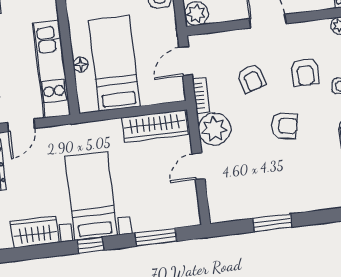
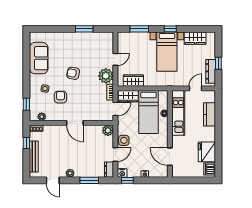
armchair: (252, 78) -> (86, 97), removed
wardrobe: (162, 91) -> (128, 96), added
wardrobe: (155, 126) -> (133, 81), width x0.67

